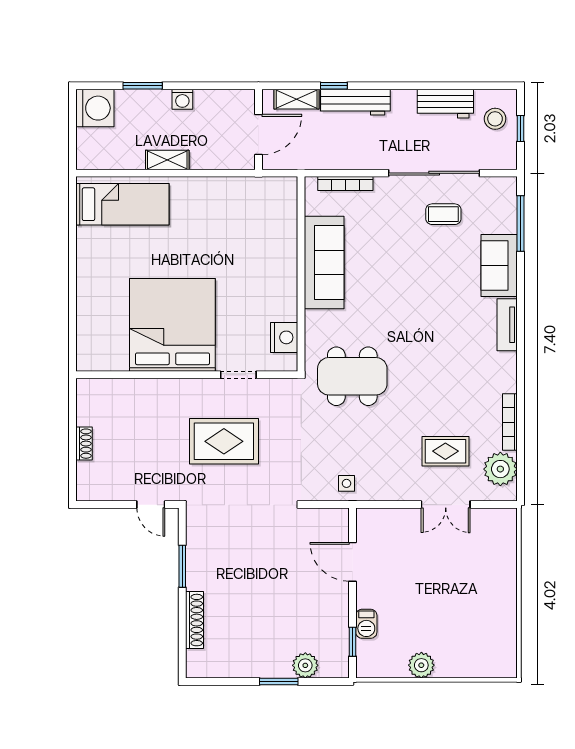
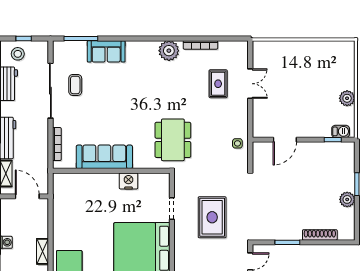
tv unit: (507, 325) -> (142, 47), removed
nightstand: (284, 337) -> (128, 181), moved
plant: (500, 469) -> (169, 51), moved
barbecue: (366, 624) -> (341, 131), moved
plant: (305, 665) -> (347, 199), moved

